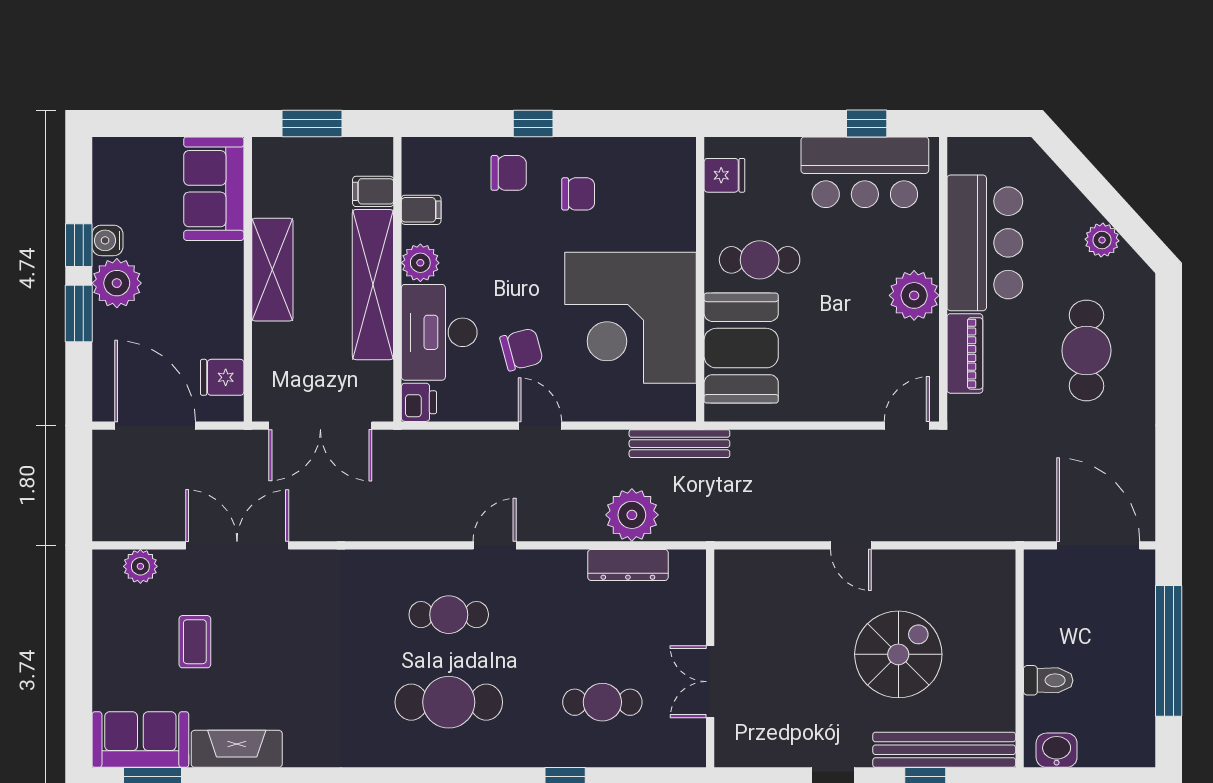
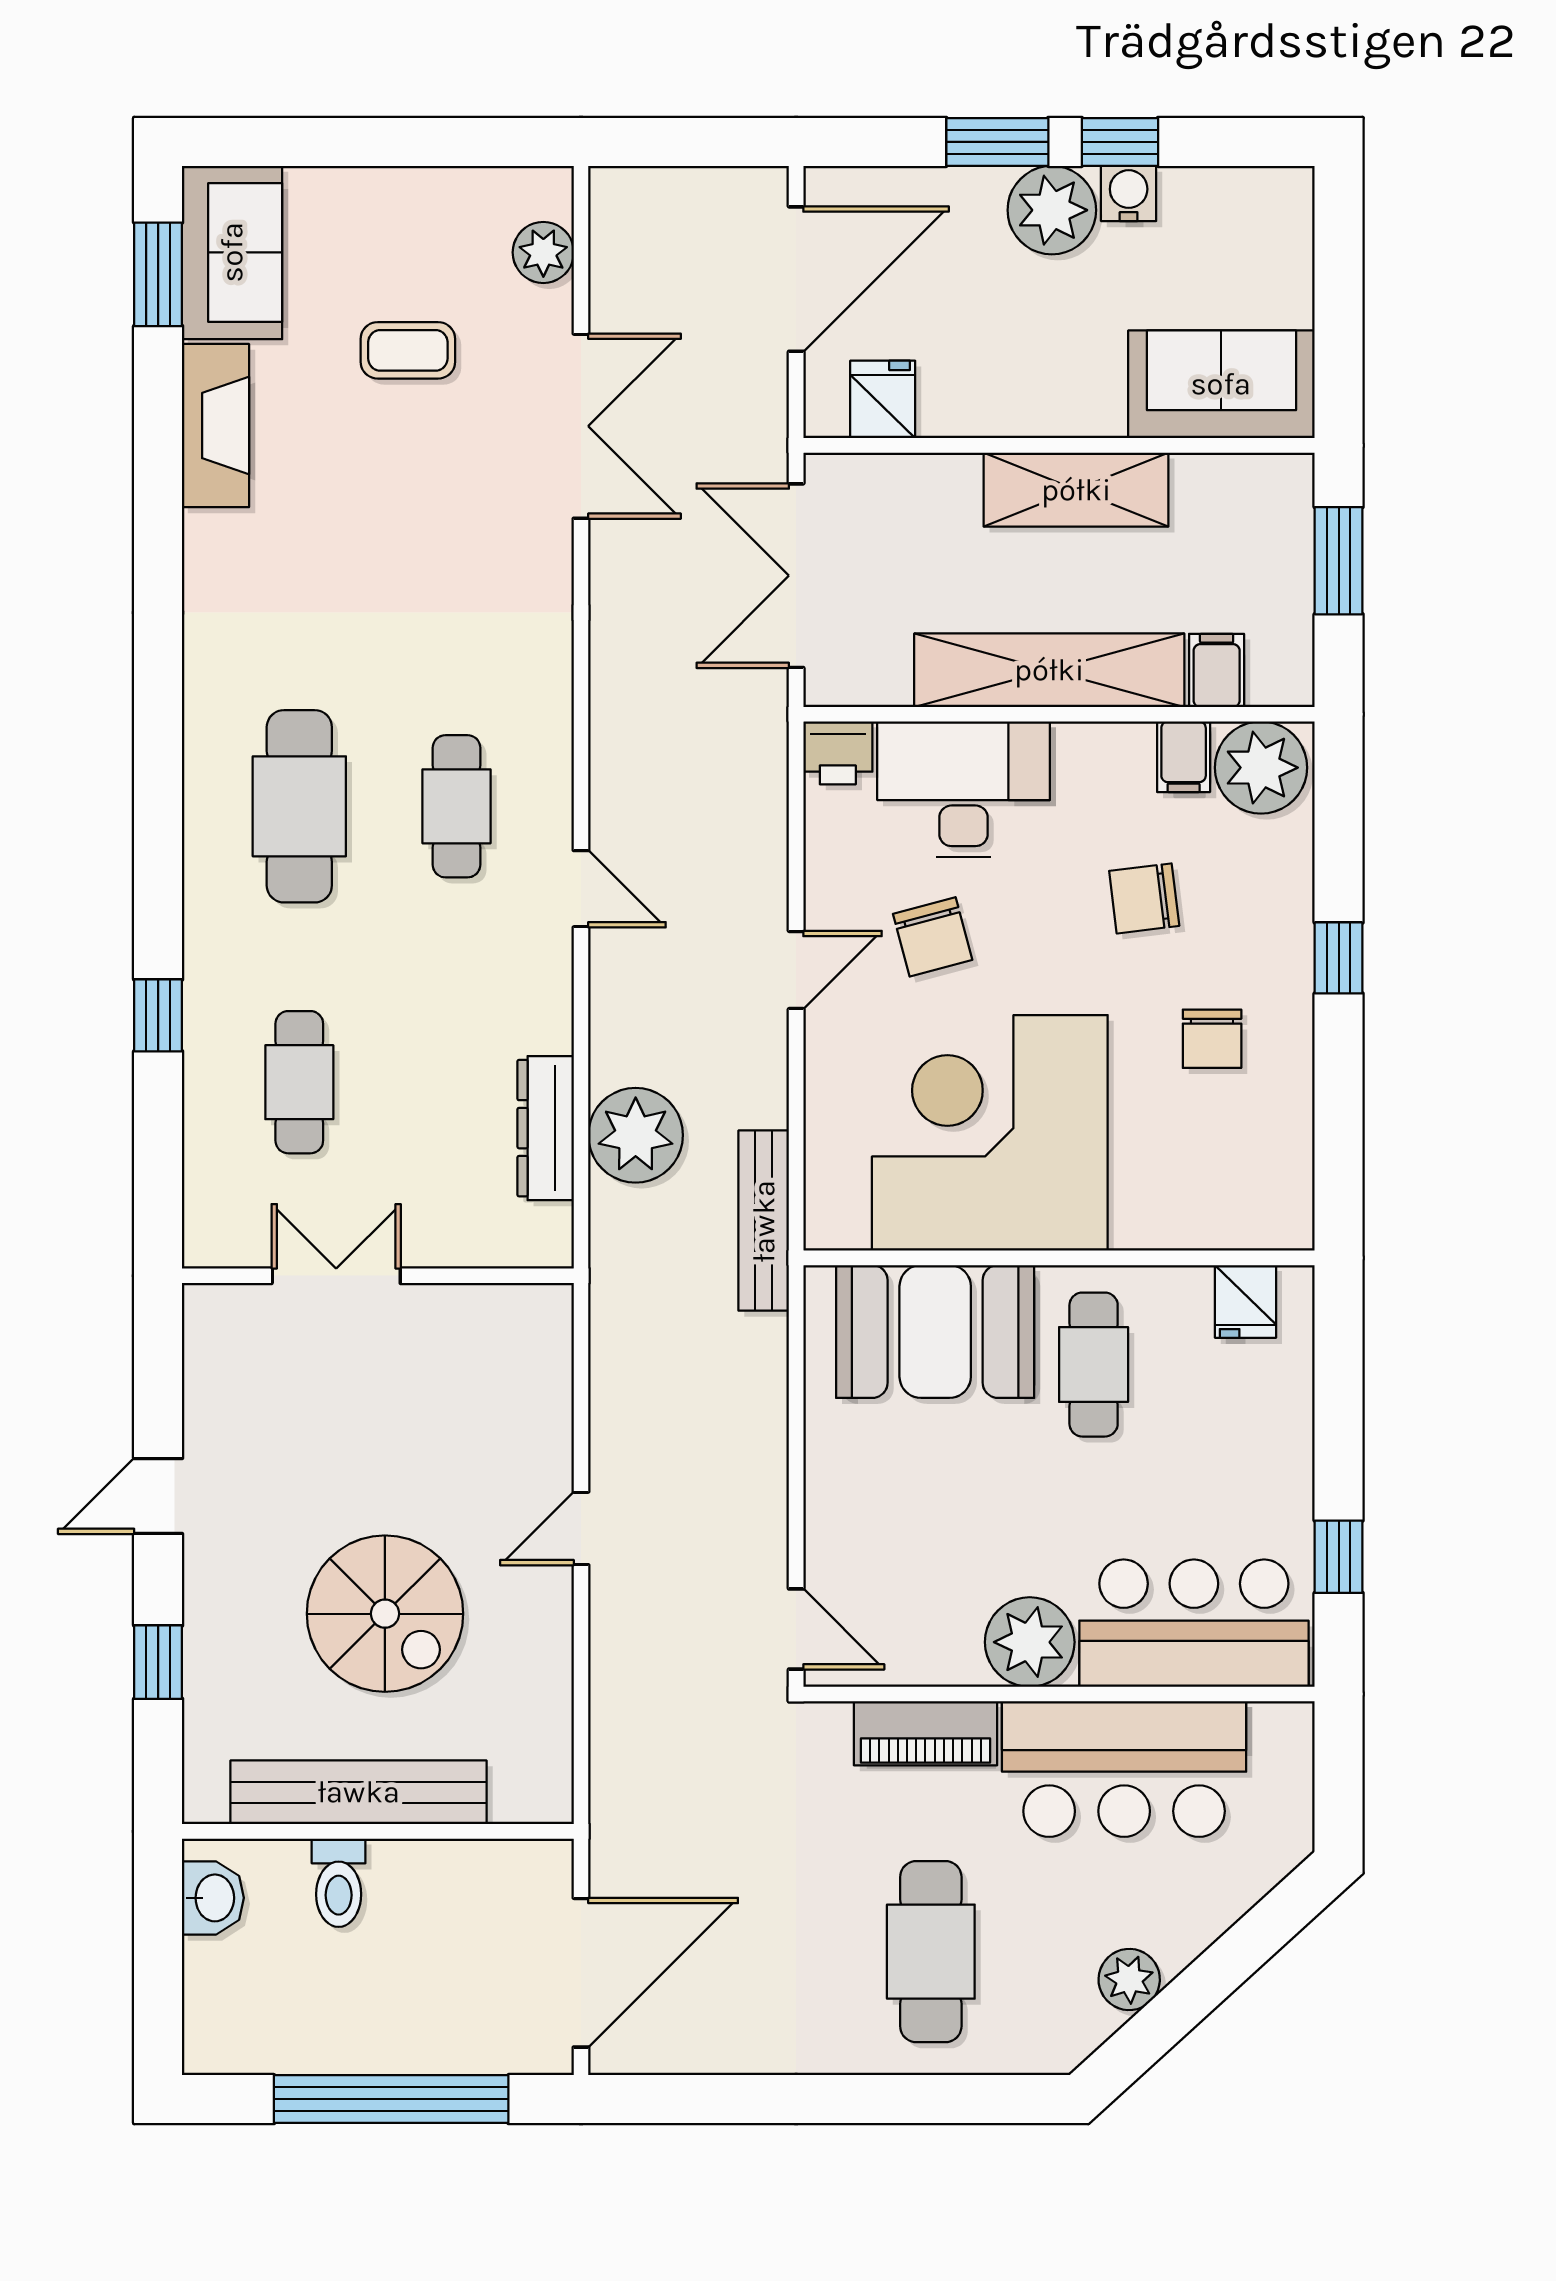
bar counter: (865, 172) -> (1194, 1623), moved, turned 90
chair: (509, 173) -> (1144, 898), moved, turned 83
plant: (420, 263) -> (1261, 768), moved, width x1.36, depth x1.36
cafe table: (1086, 351) -> (931, 1952), turned 90
bench: (944, 750) -> (359, 1792), moved, turned 90

